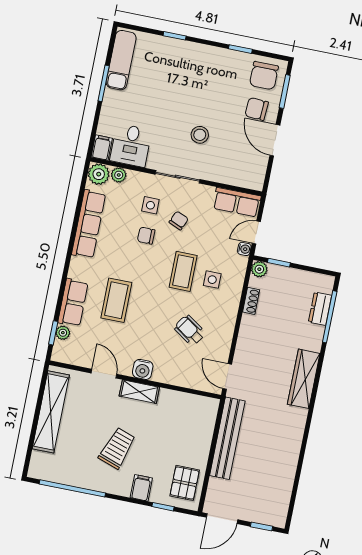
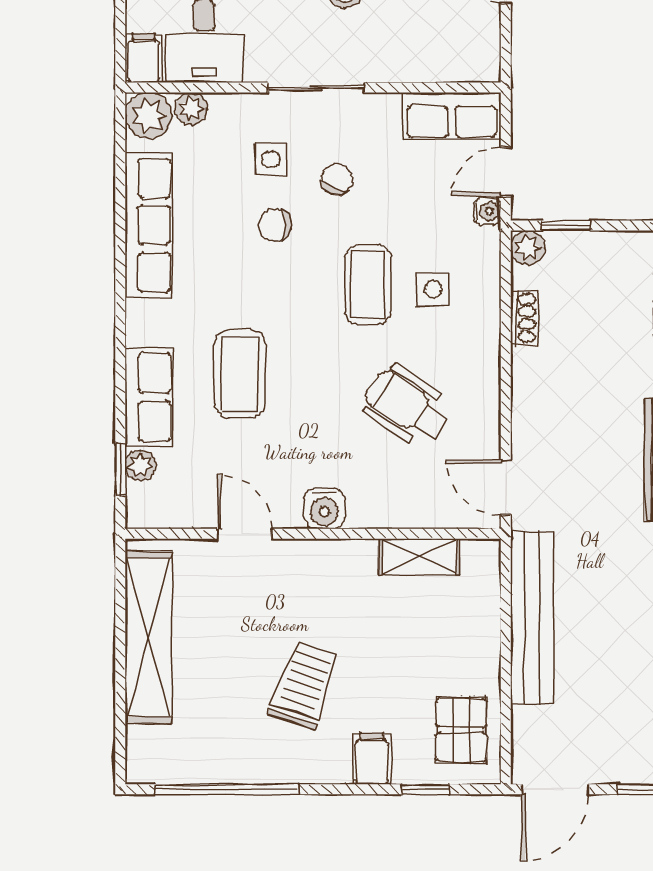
wheelchair: (190, 330) -> (407, 406), width x1.36, depth x1.37
shelving: (139, 392) -> (419, 557), moved

